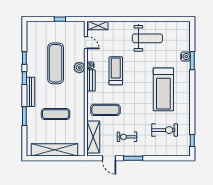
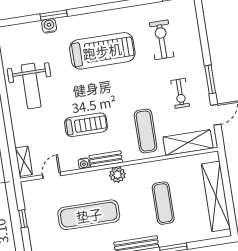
weight bench: (147, 38) -> (31, 86), turned 180
plant: (79, 68) -> (117, 175), moved
treadmill: (116, 71) -> (86, 125), turned 180

